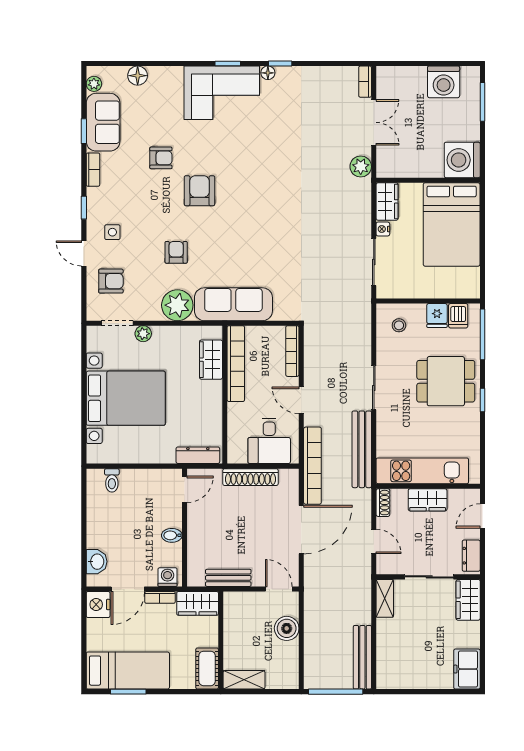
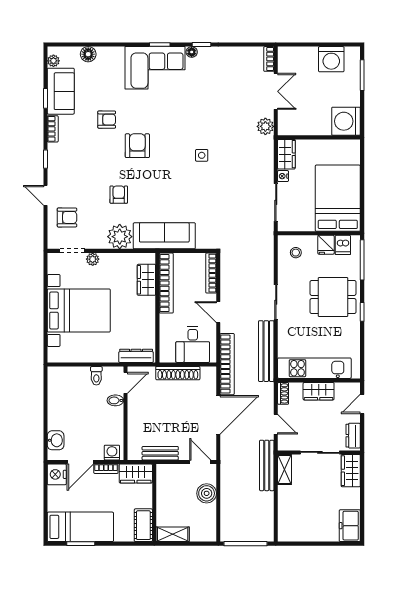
bed: (452, 224) -> (338, 198), moved, turned 180
side table: (112, 232) -> (202, 155), moved
toilet: (112, 480) -> (96, 376), moved
bidet: (172, 535) -> (115, 400), moved
bench: (362, 657) -> (267, 465), moved

